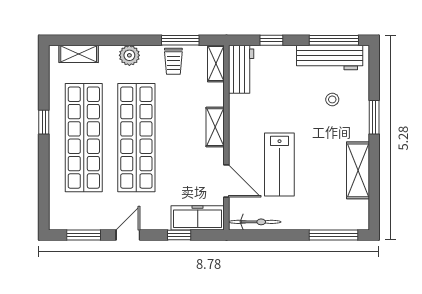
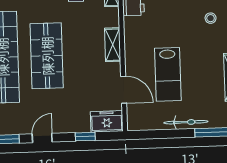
shop shelf: (136, 138) -> (47, 56), width x0.71
freezer: (198, 218) -> (107, 121), width x0.71
bicycle: (255, 222) -> (186, 122), moved

